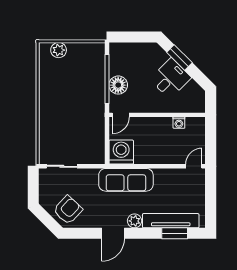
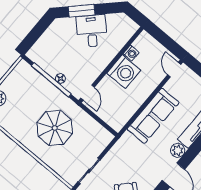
floor lamp: (118, 85) -> (60, 79), width x0.53, depth x0.53
parasol: (72, 112) -> (55, 128), added
washing machine: (121, 152) -> (124, 72), moved, turned 180
sofa: (126, 180) -> (153, 116), moved

